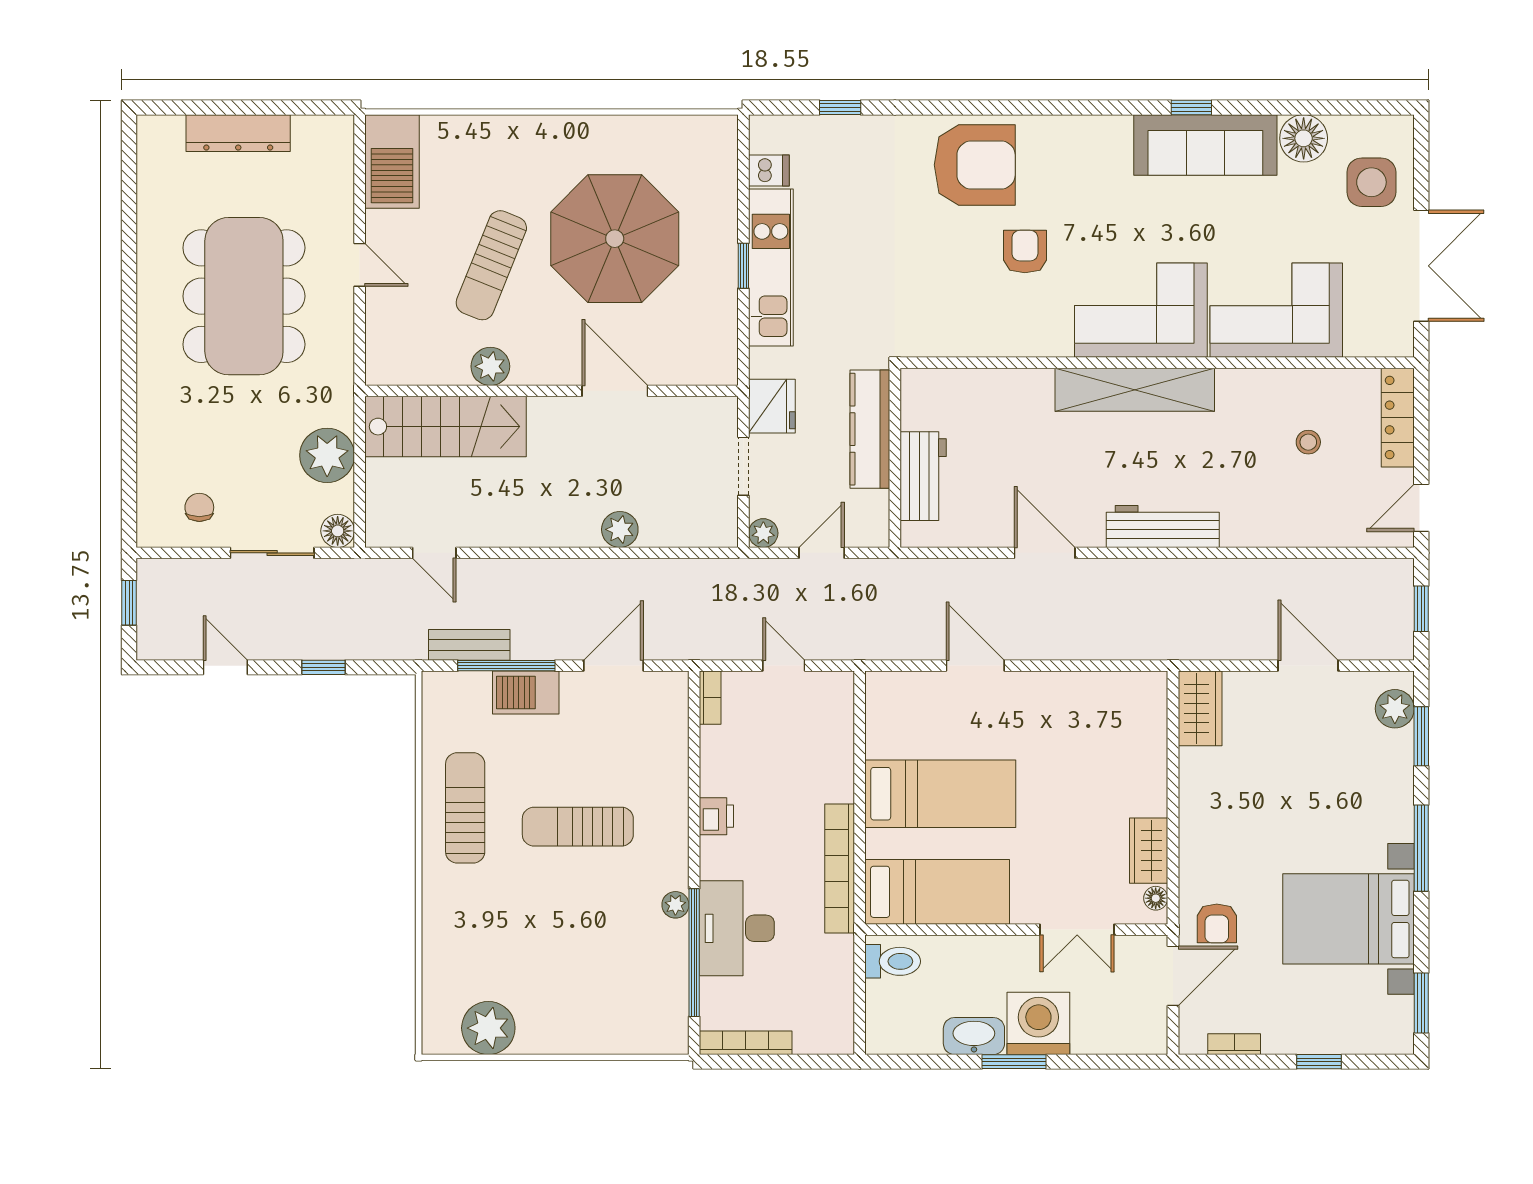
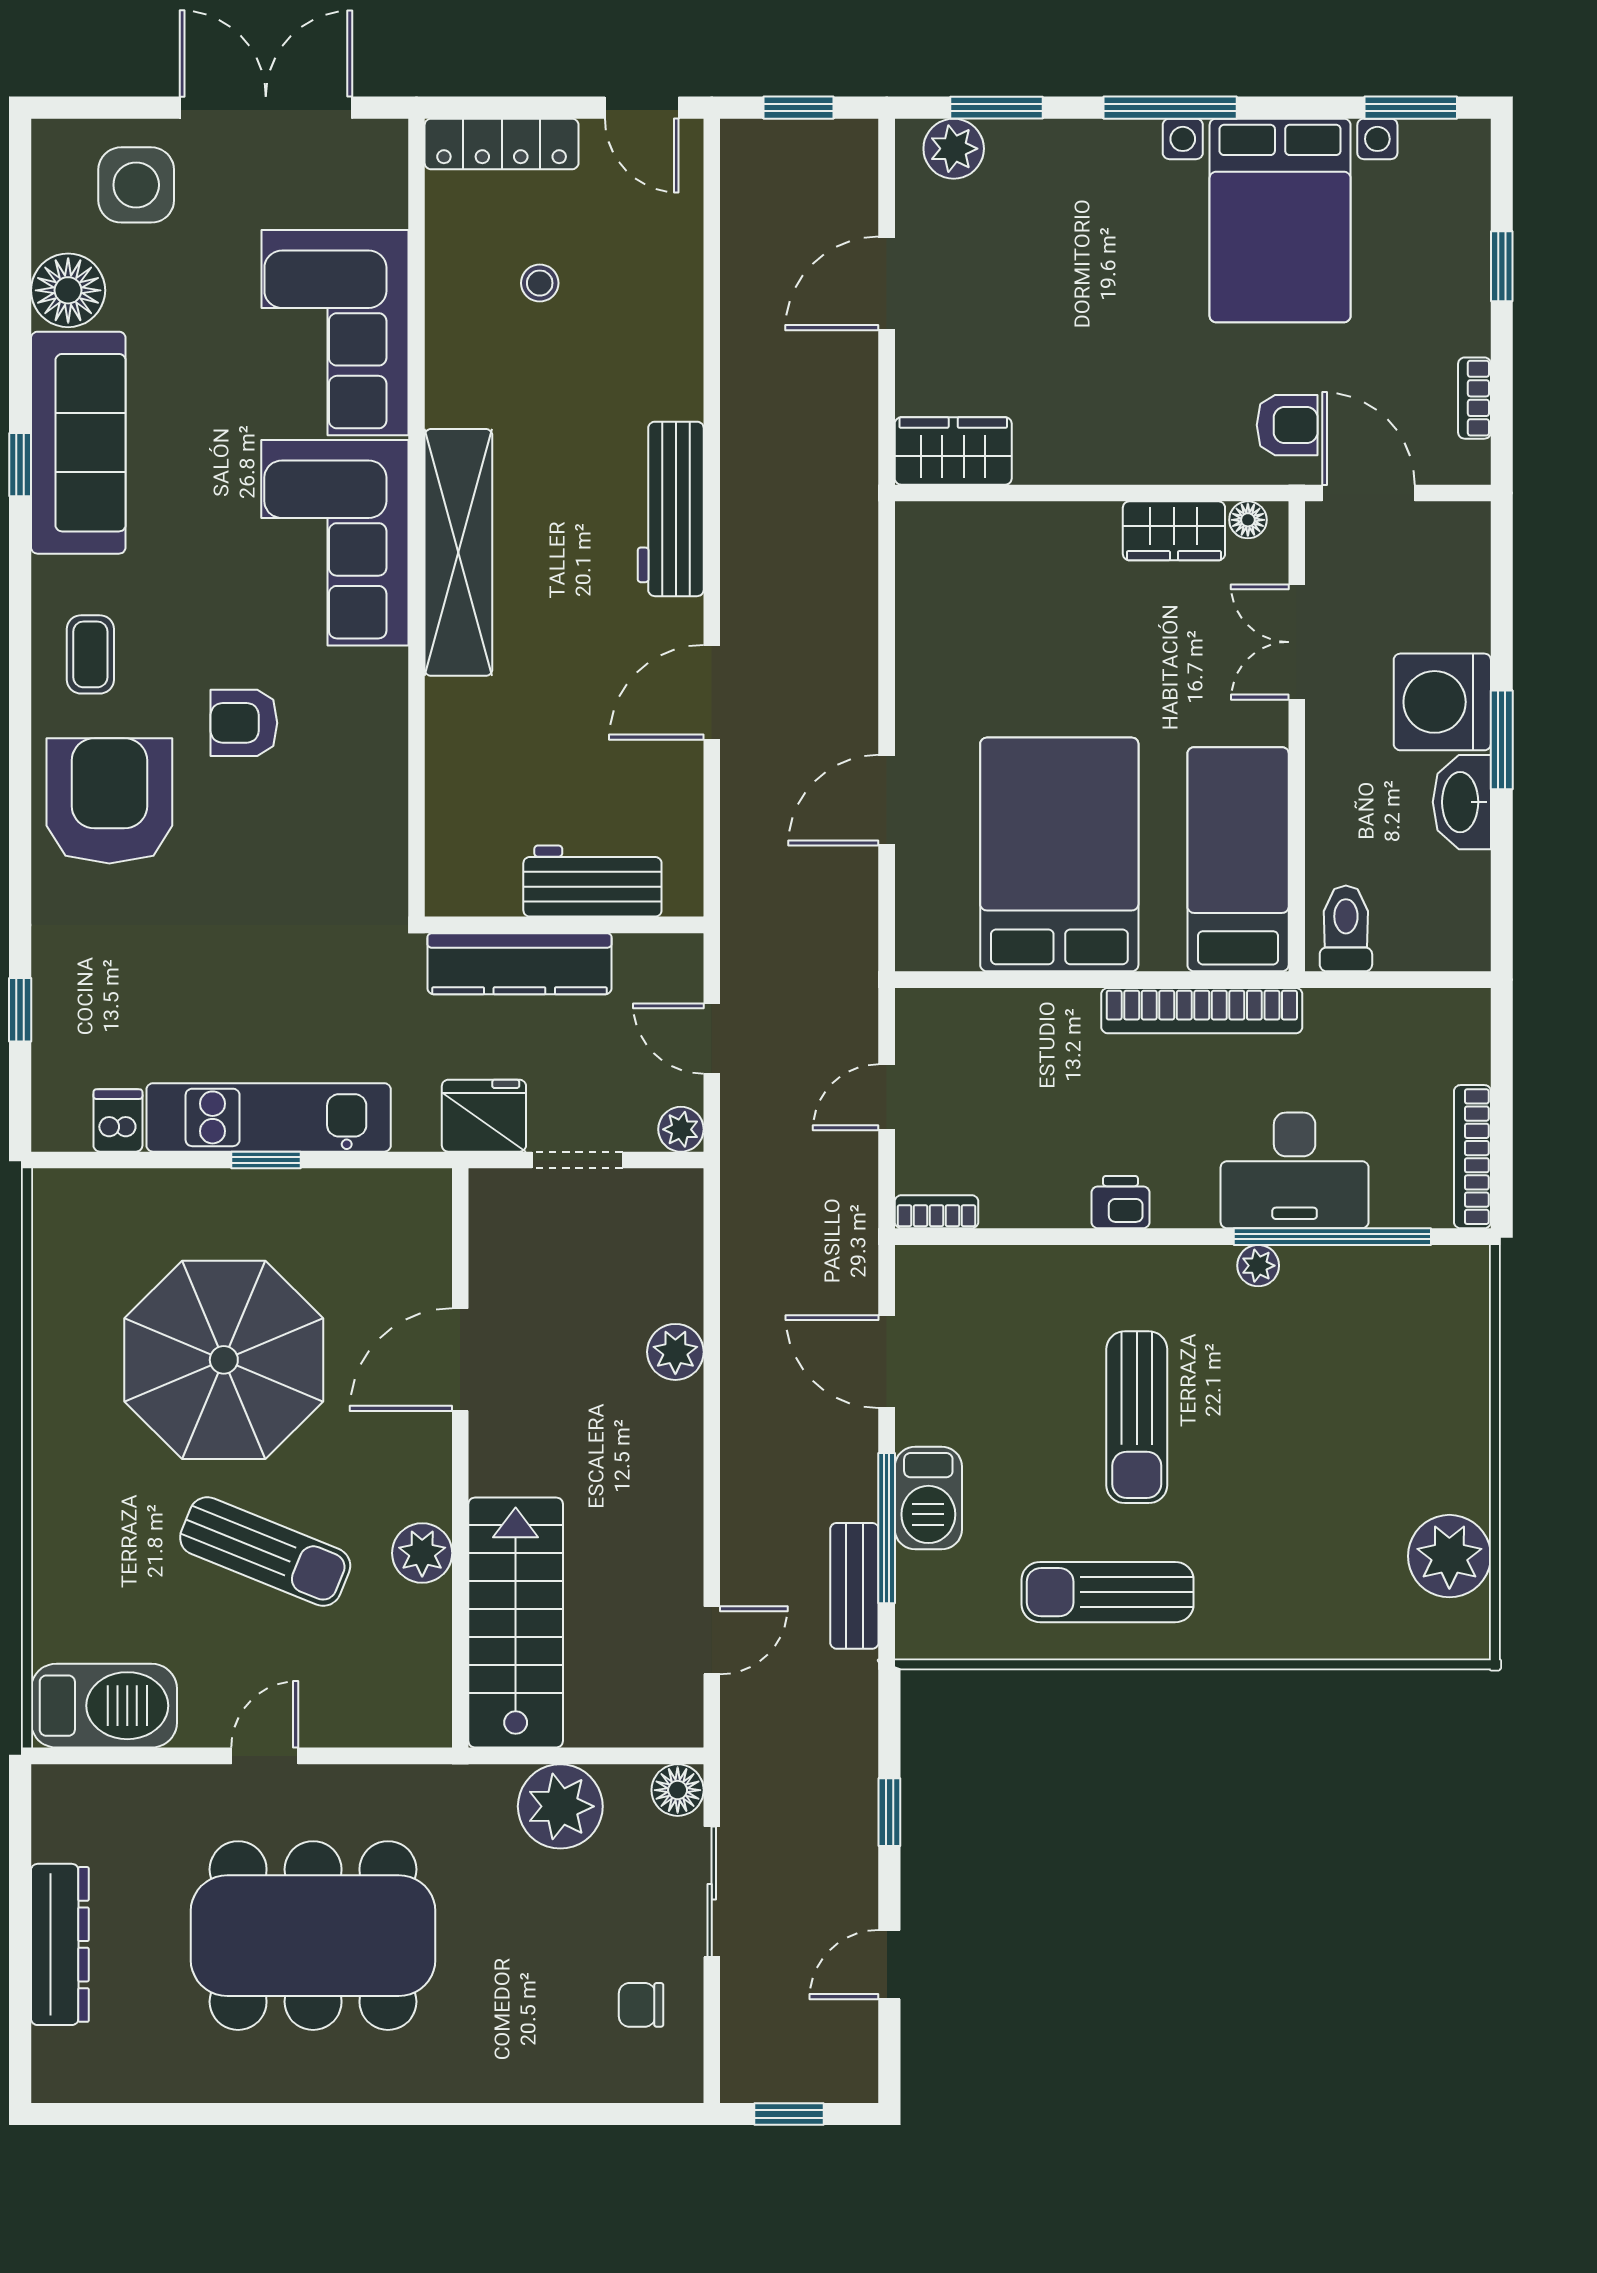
coffee table: (1069, 153) -> (90, 654), added
bed: (940, 794) -> (1059, 854), width x1.50
double door: (1077, 930) -> (1297, 642), swing flipped

